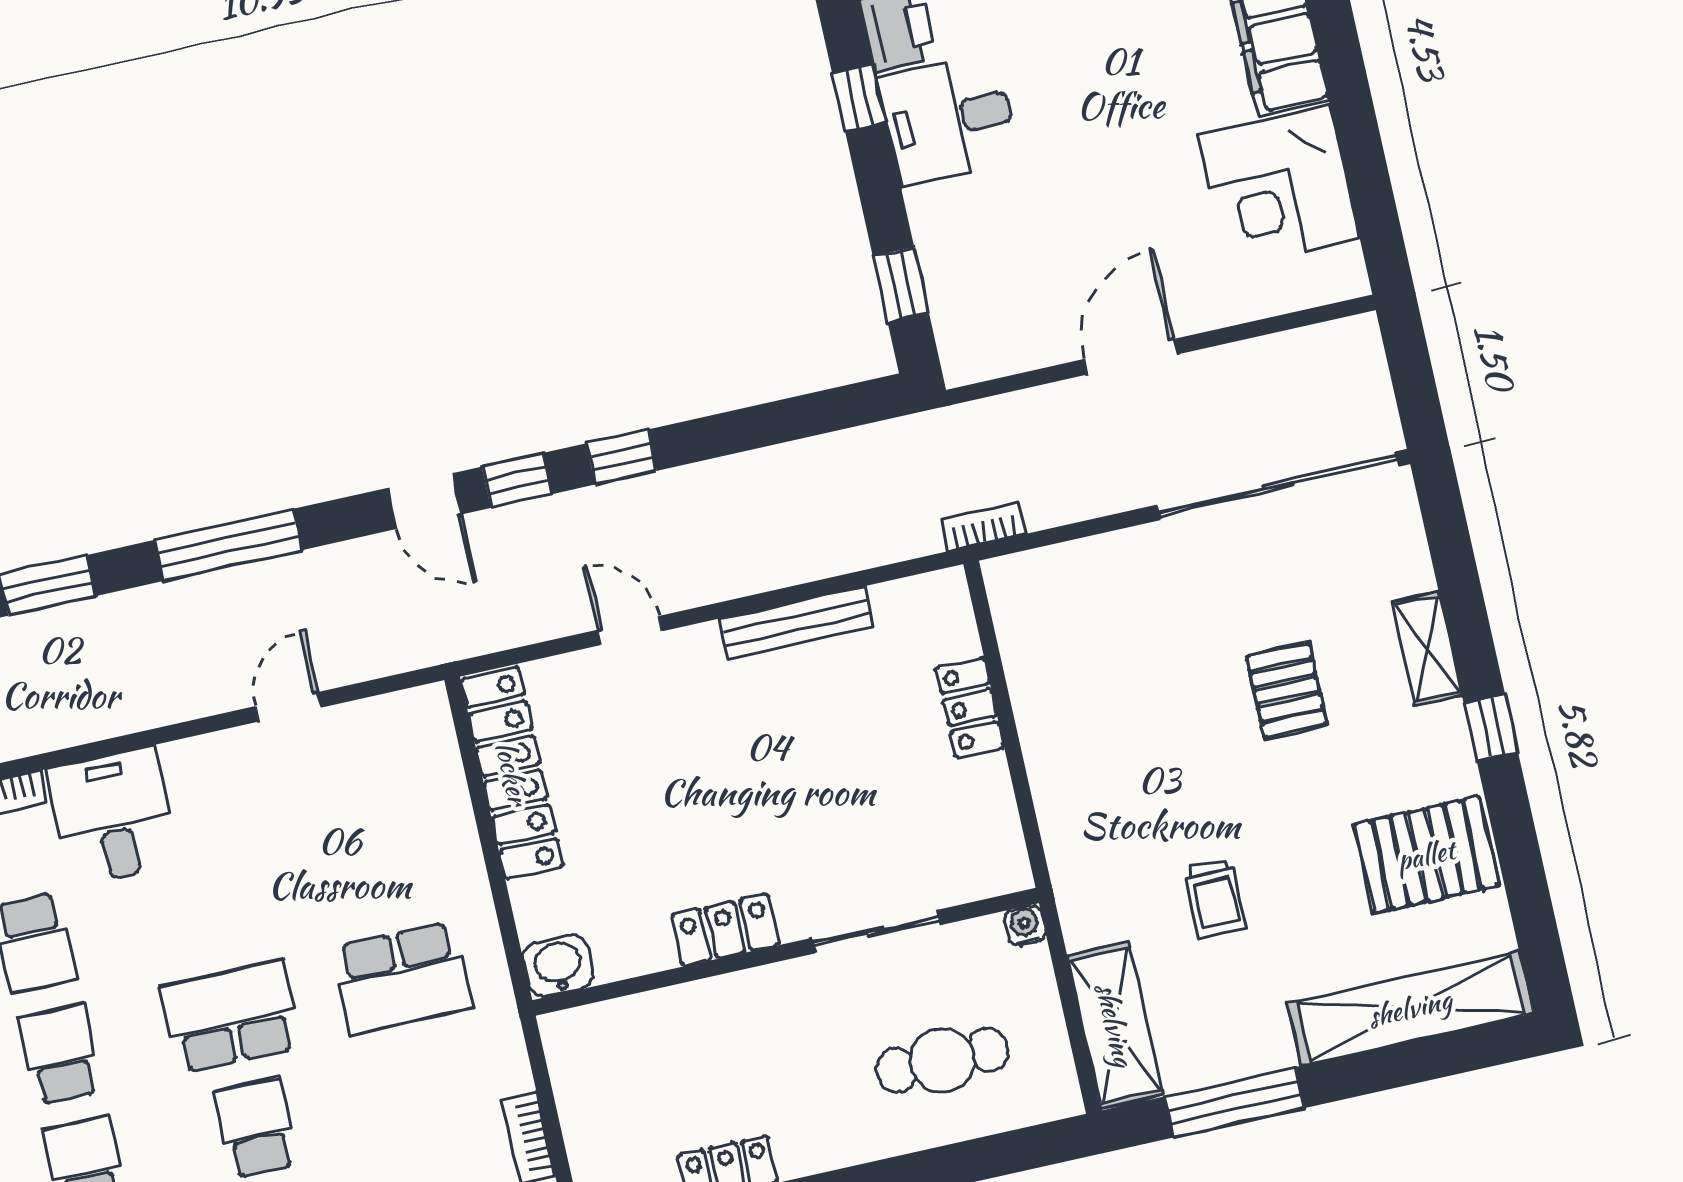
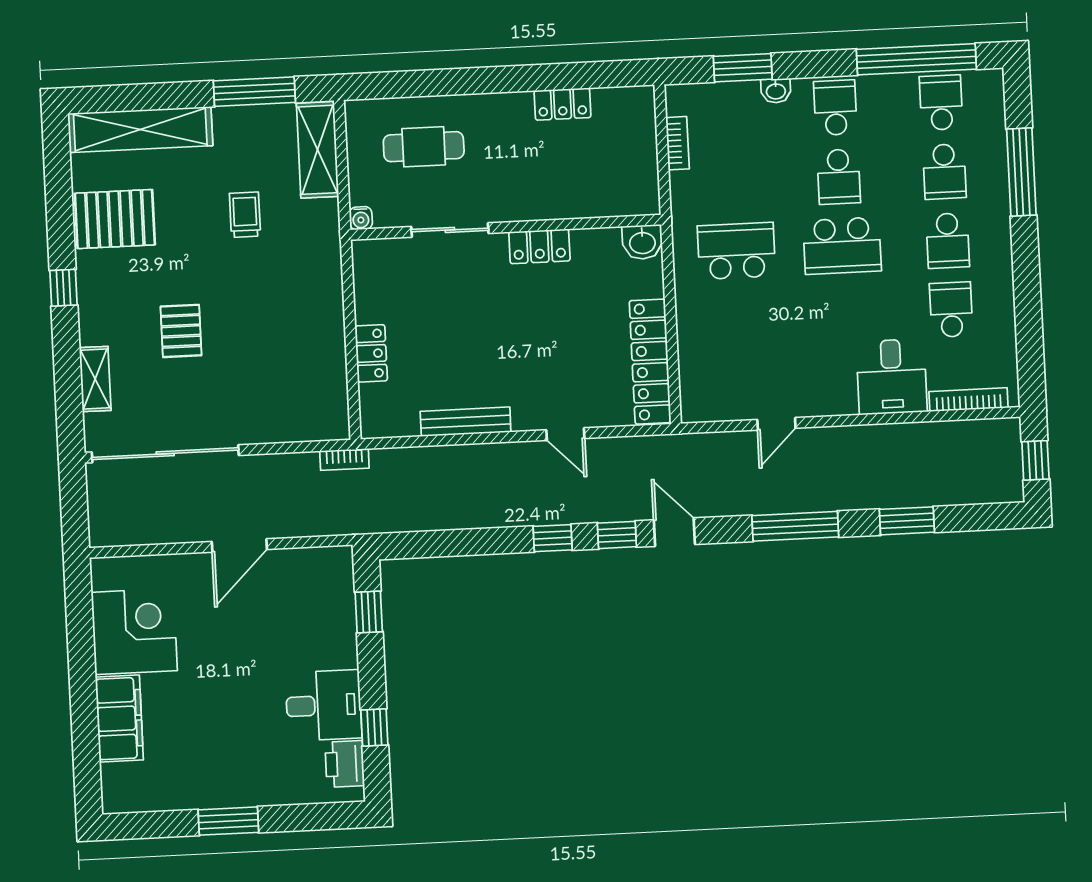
shelving: (1427, 649) -> (95, 379), moved

